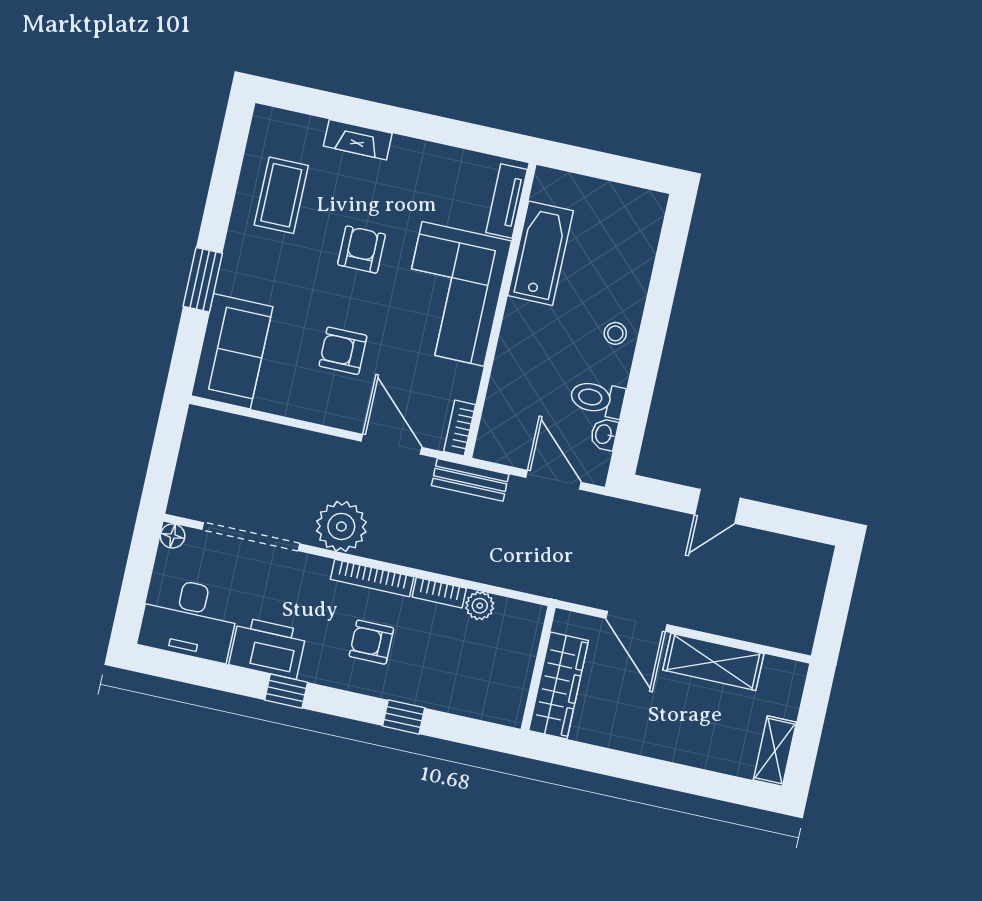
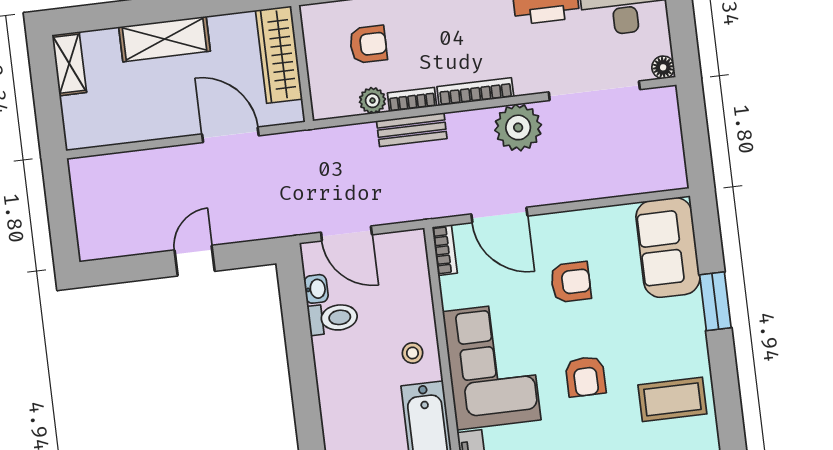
coffee table: (281, 195) -> (672, 399), turned 90
stool: (615, 333) -> (412, 353), moved
bench: (470, 480) -> (412, 130), moved
armchair: (371, 642) -> (368, 44), moved
shelving: (713, 662) -> (164, 39), moved

